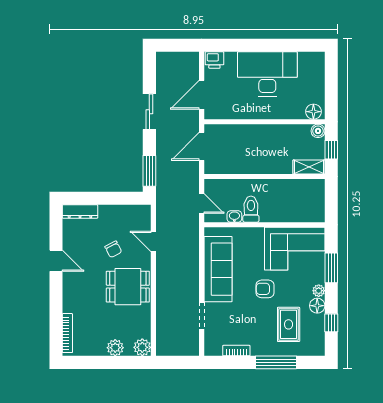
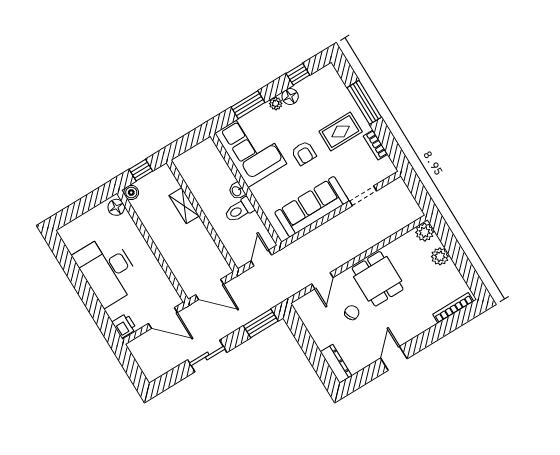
shelving: (309, 167) -> (184, 206), moved
washbasin: (234, 216) -> (237, 191), moved
rug: (289, 324) -> (341, 131), moved

